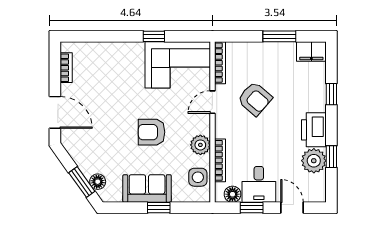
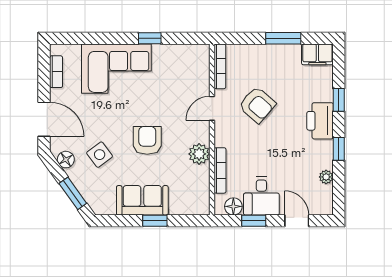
corner sofa: (178, 65) -> (116, 69), moved
printer: (314, 130) -> (320, 121), moved
armchair: (152, 132) -> (147, 140), turned 90
window: (331, 157) -> (339, 149), moved
plant: (314, 161) -> (326, 177), width x0.53, depth x0.53
side table: (198, 177) -> (100, 155), moved, turned -37
floor lamp: (98, 182) -> (66, 160), moved

